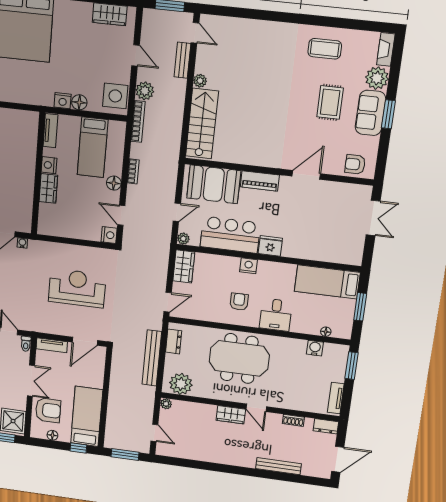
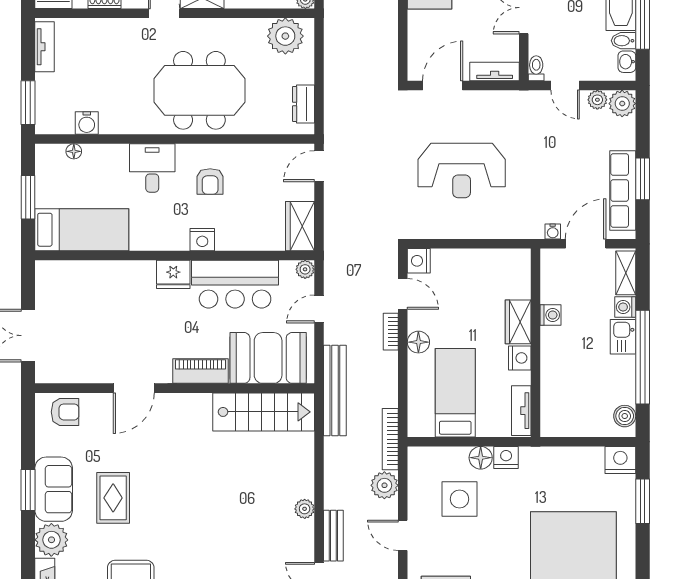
side table: (115, 96) -> (459, 499), moved
stairs: (202, 124) -> (264, 412), moved, turned -90
bookcase: (133, 171) -> (391, 332), moved
washing machine: (27, 190) -> (551, 315), added
bench: (152, 358) -> (335, 391), moved

